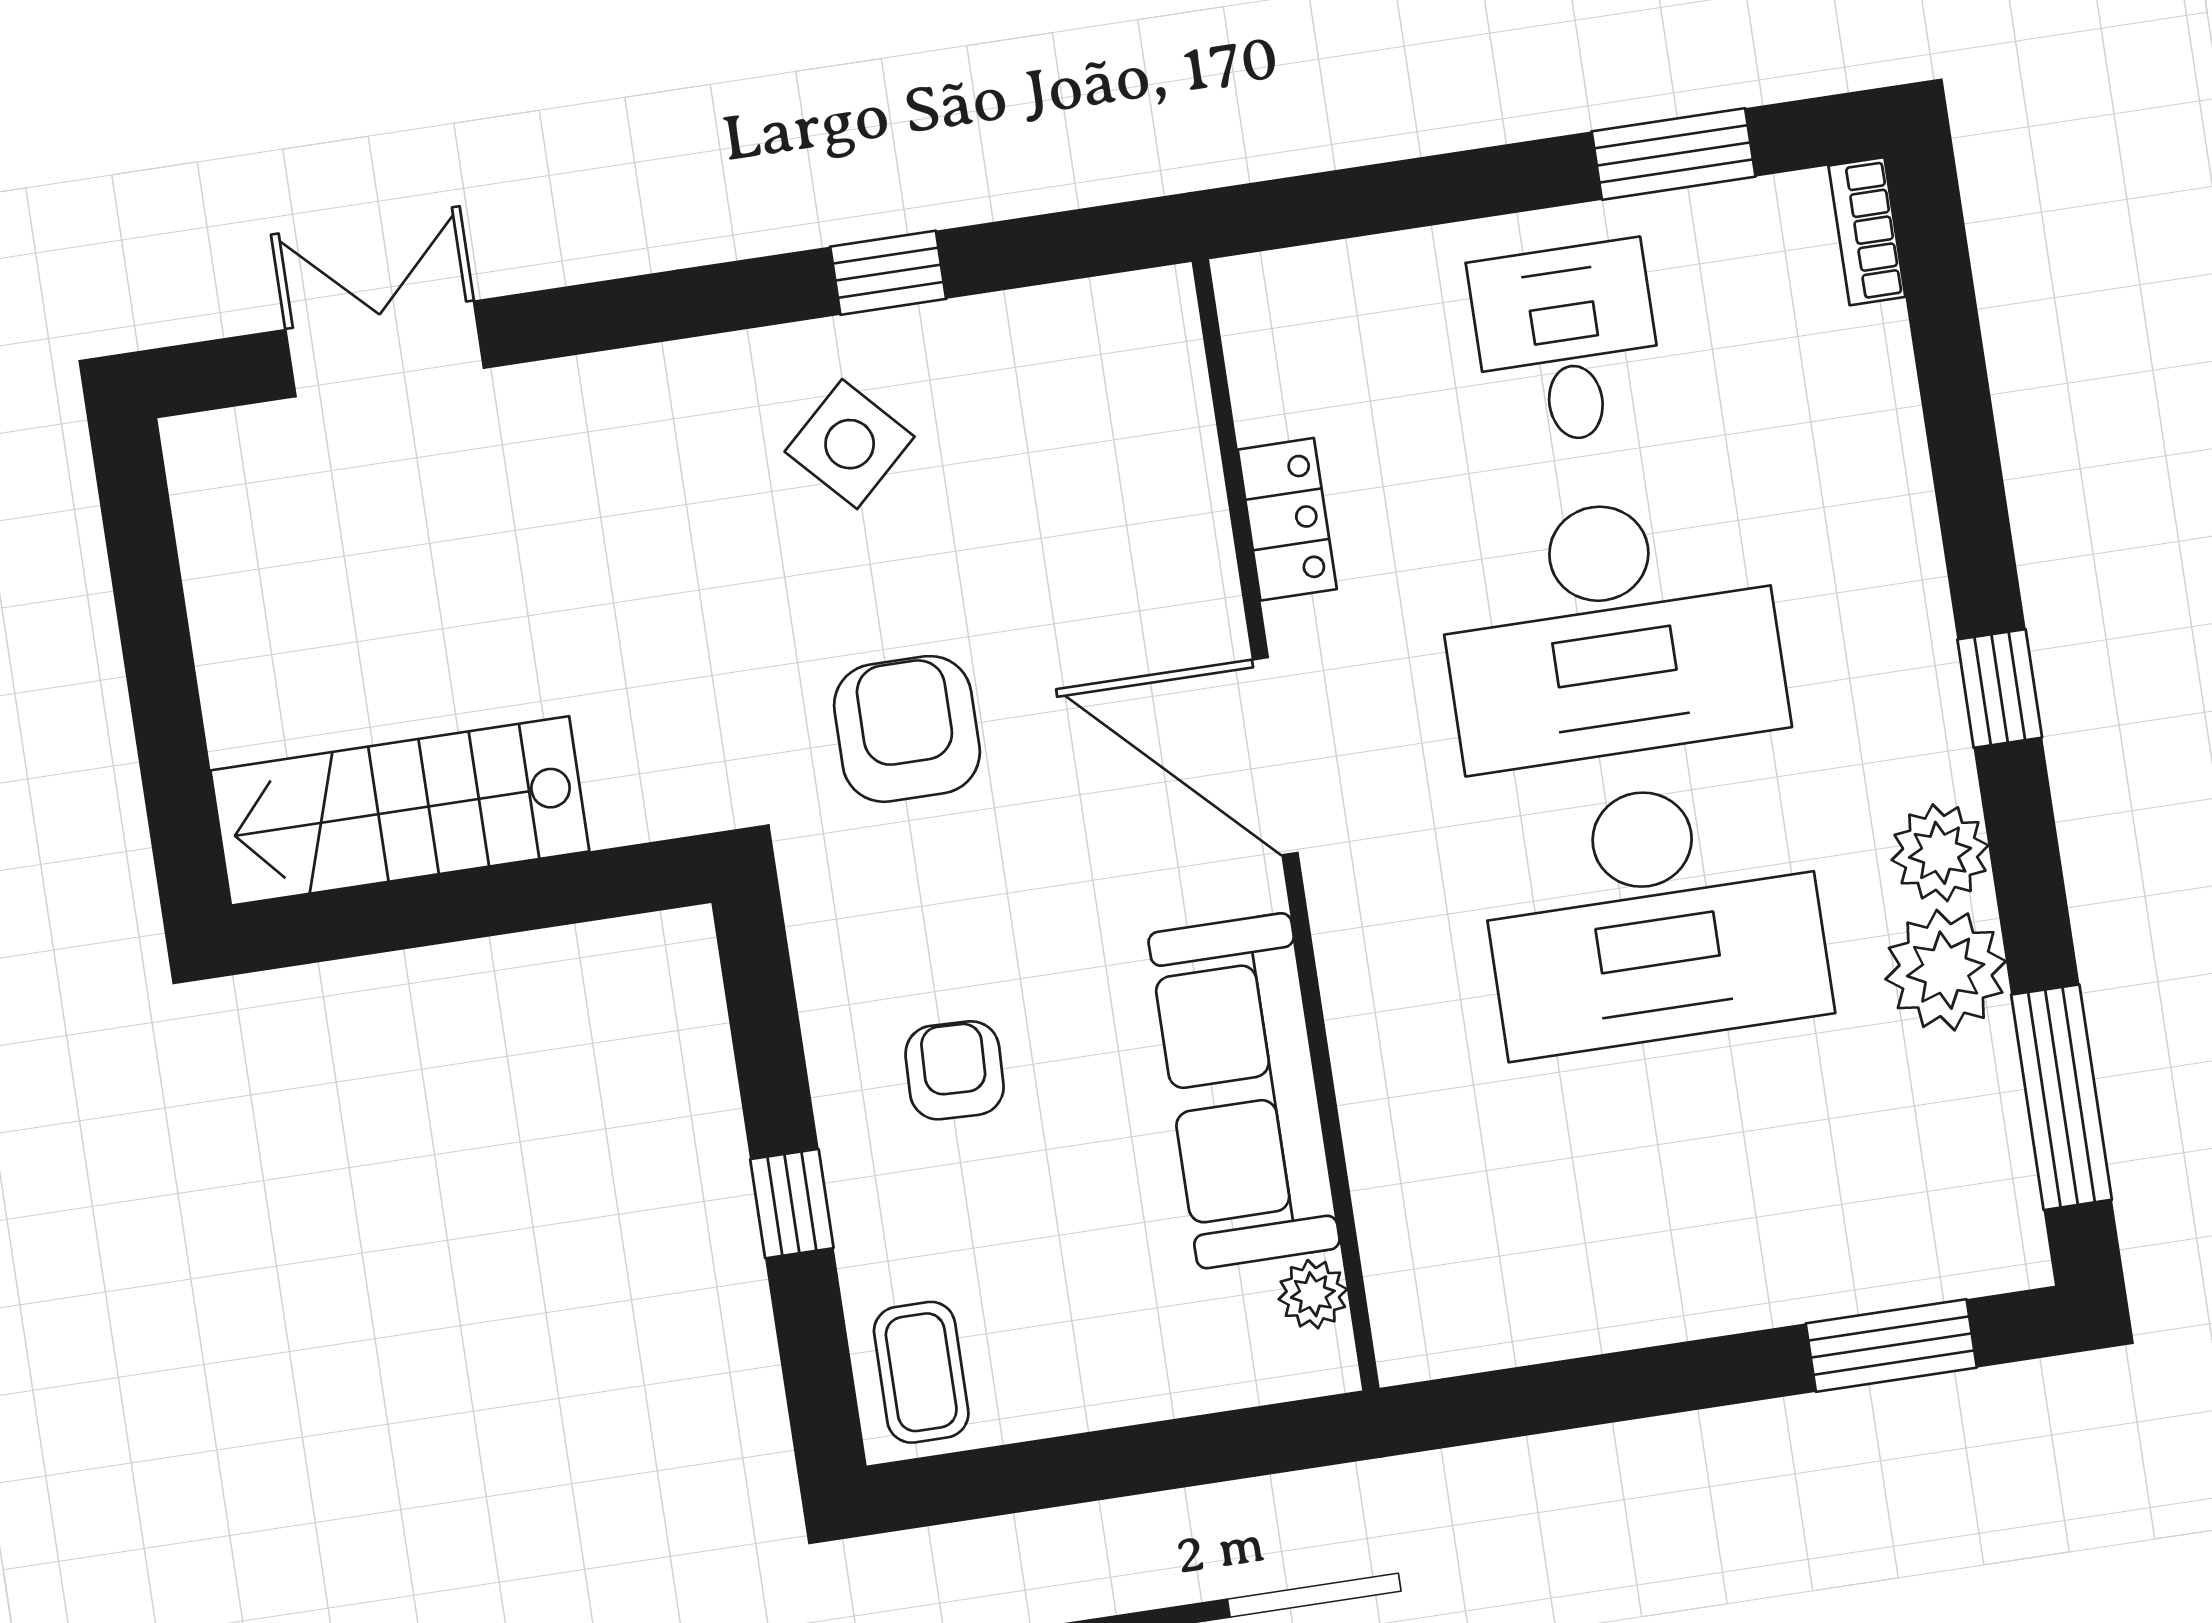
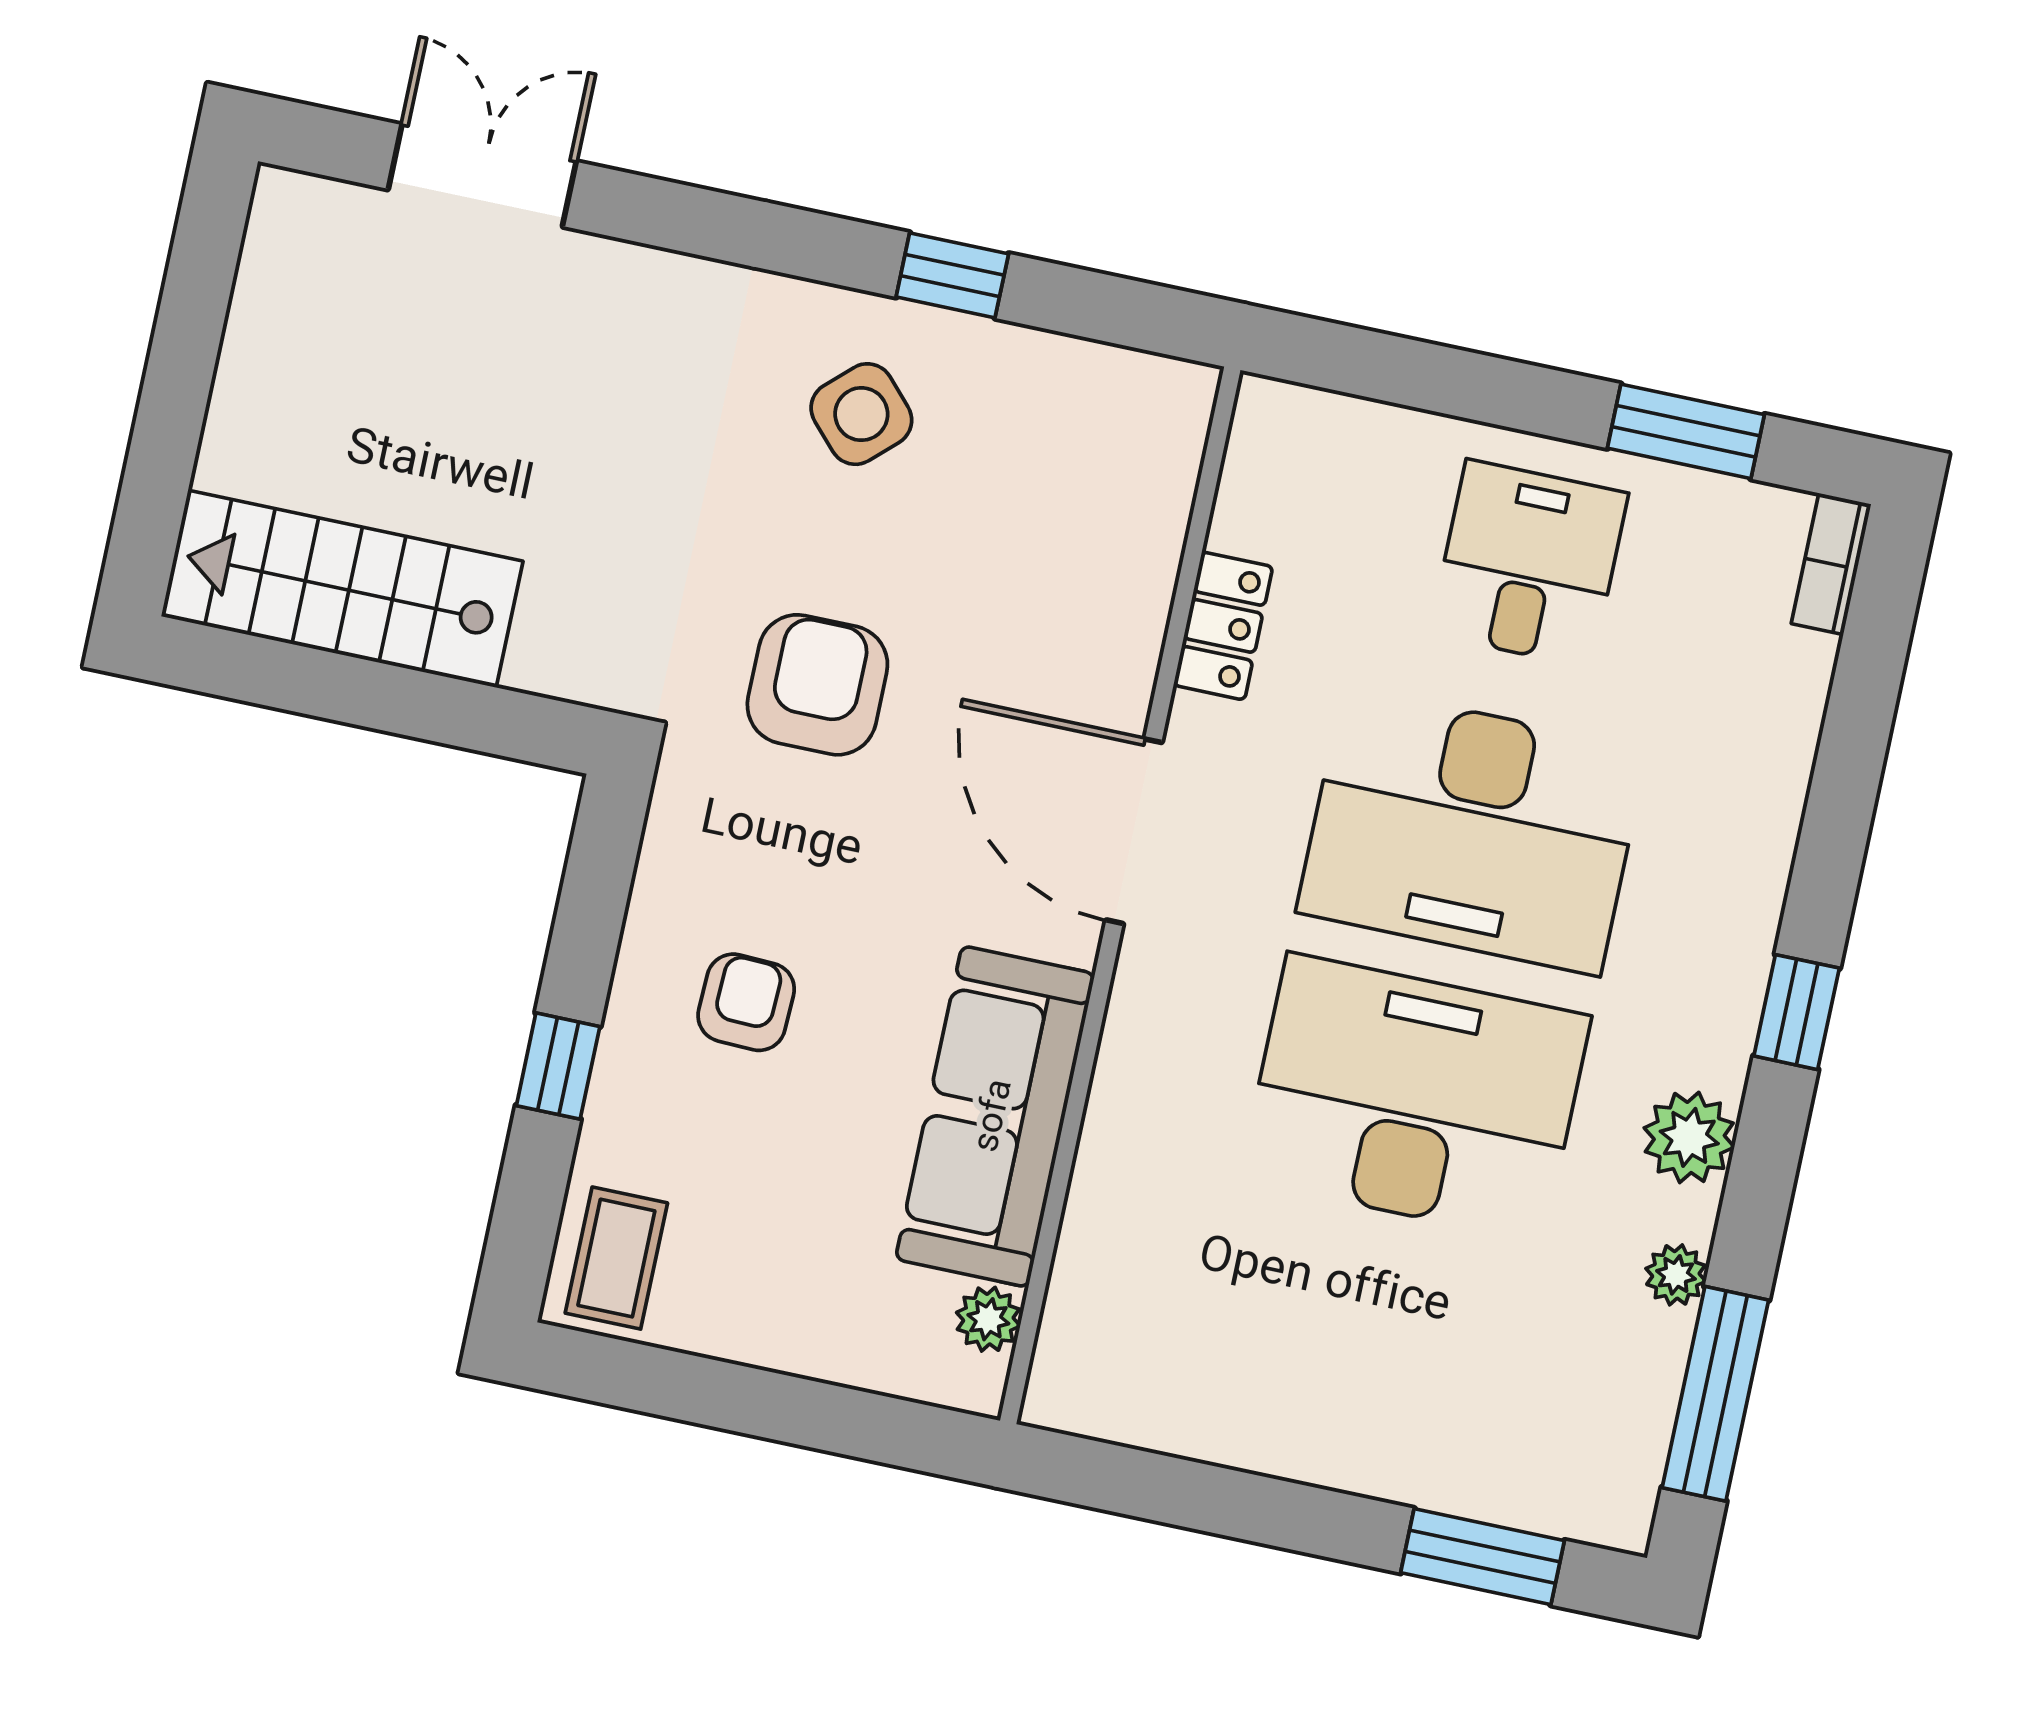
desk: (1654, 915) -> (1415, 1098), turned 180
plant: (1946, 970) -> (1676, 1275), width x0.53, depth x0.53

